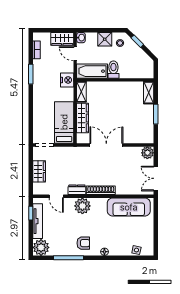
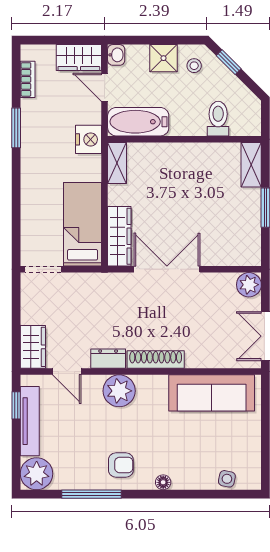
toilet: (113, 70) -> (218, 119), moved
wardrobe: (83, 118) -> (119, 236), moved
wardrobe: (39, 171) -> (33, 347), moved

